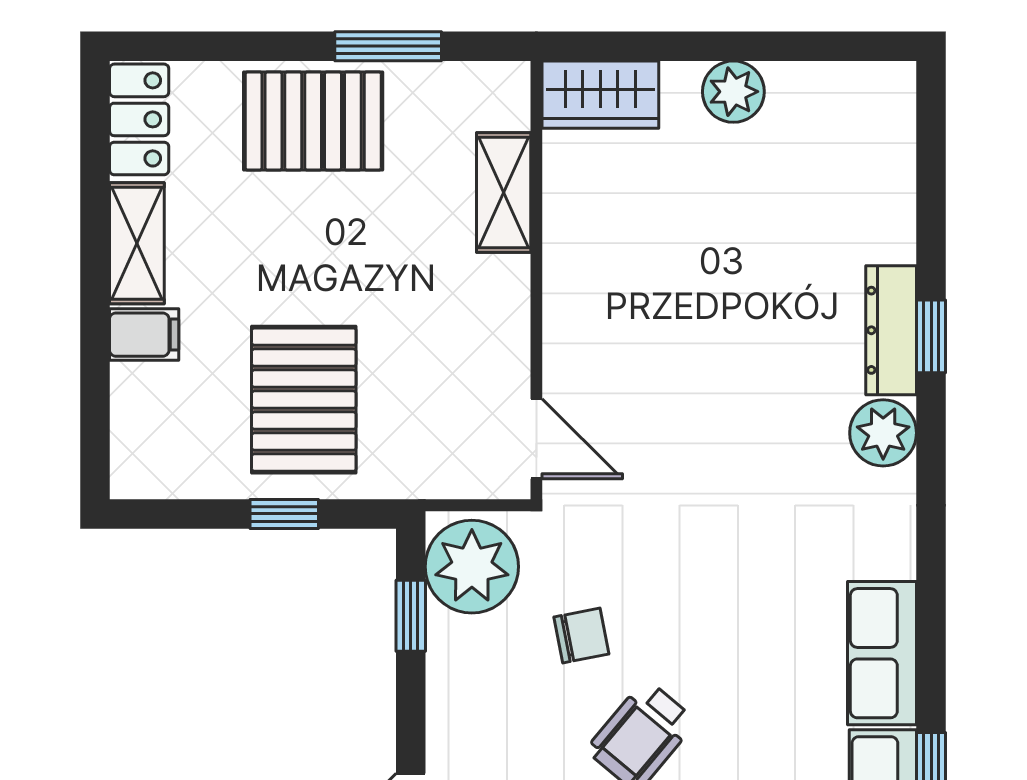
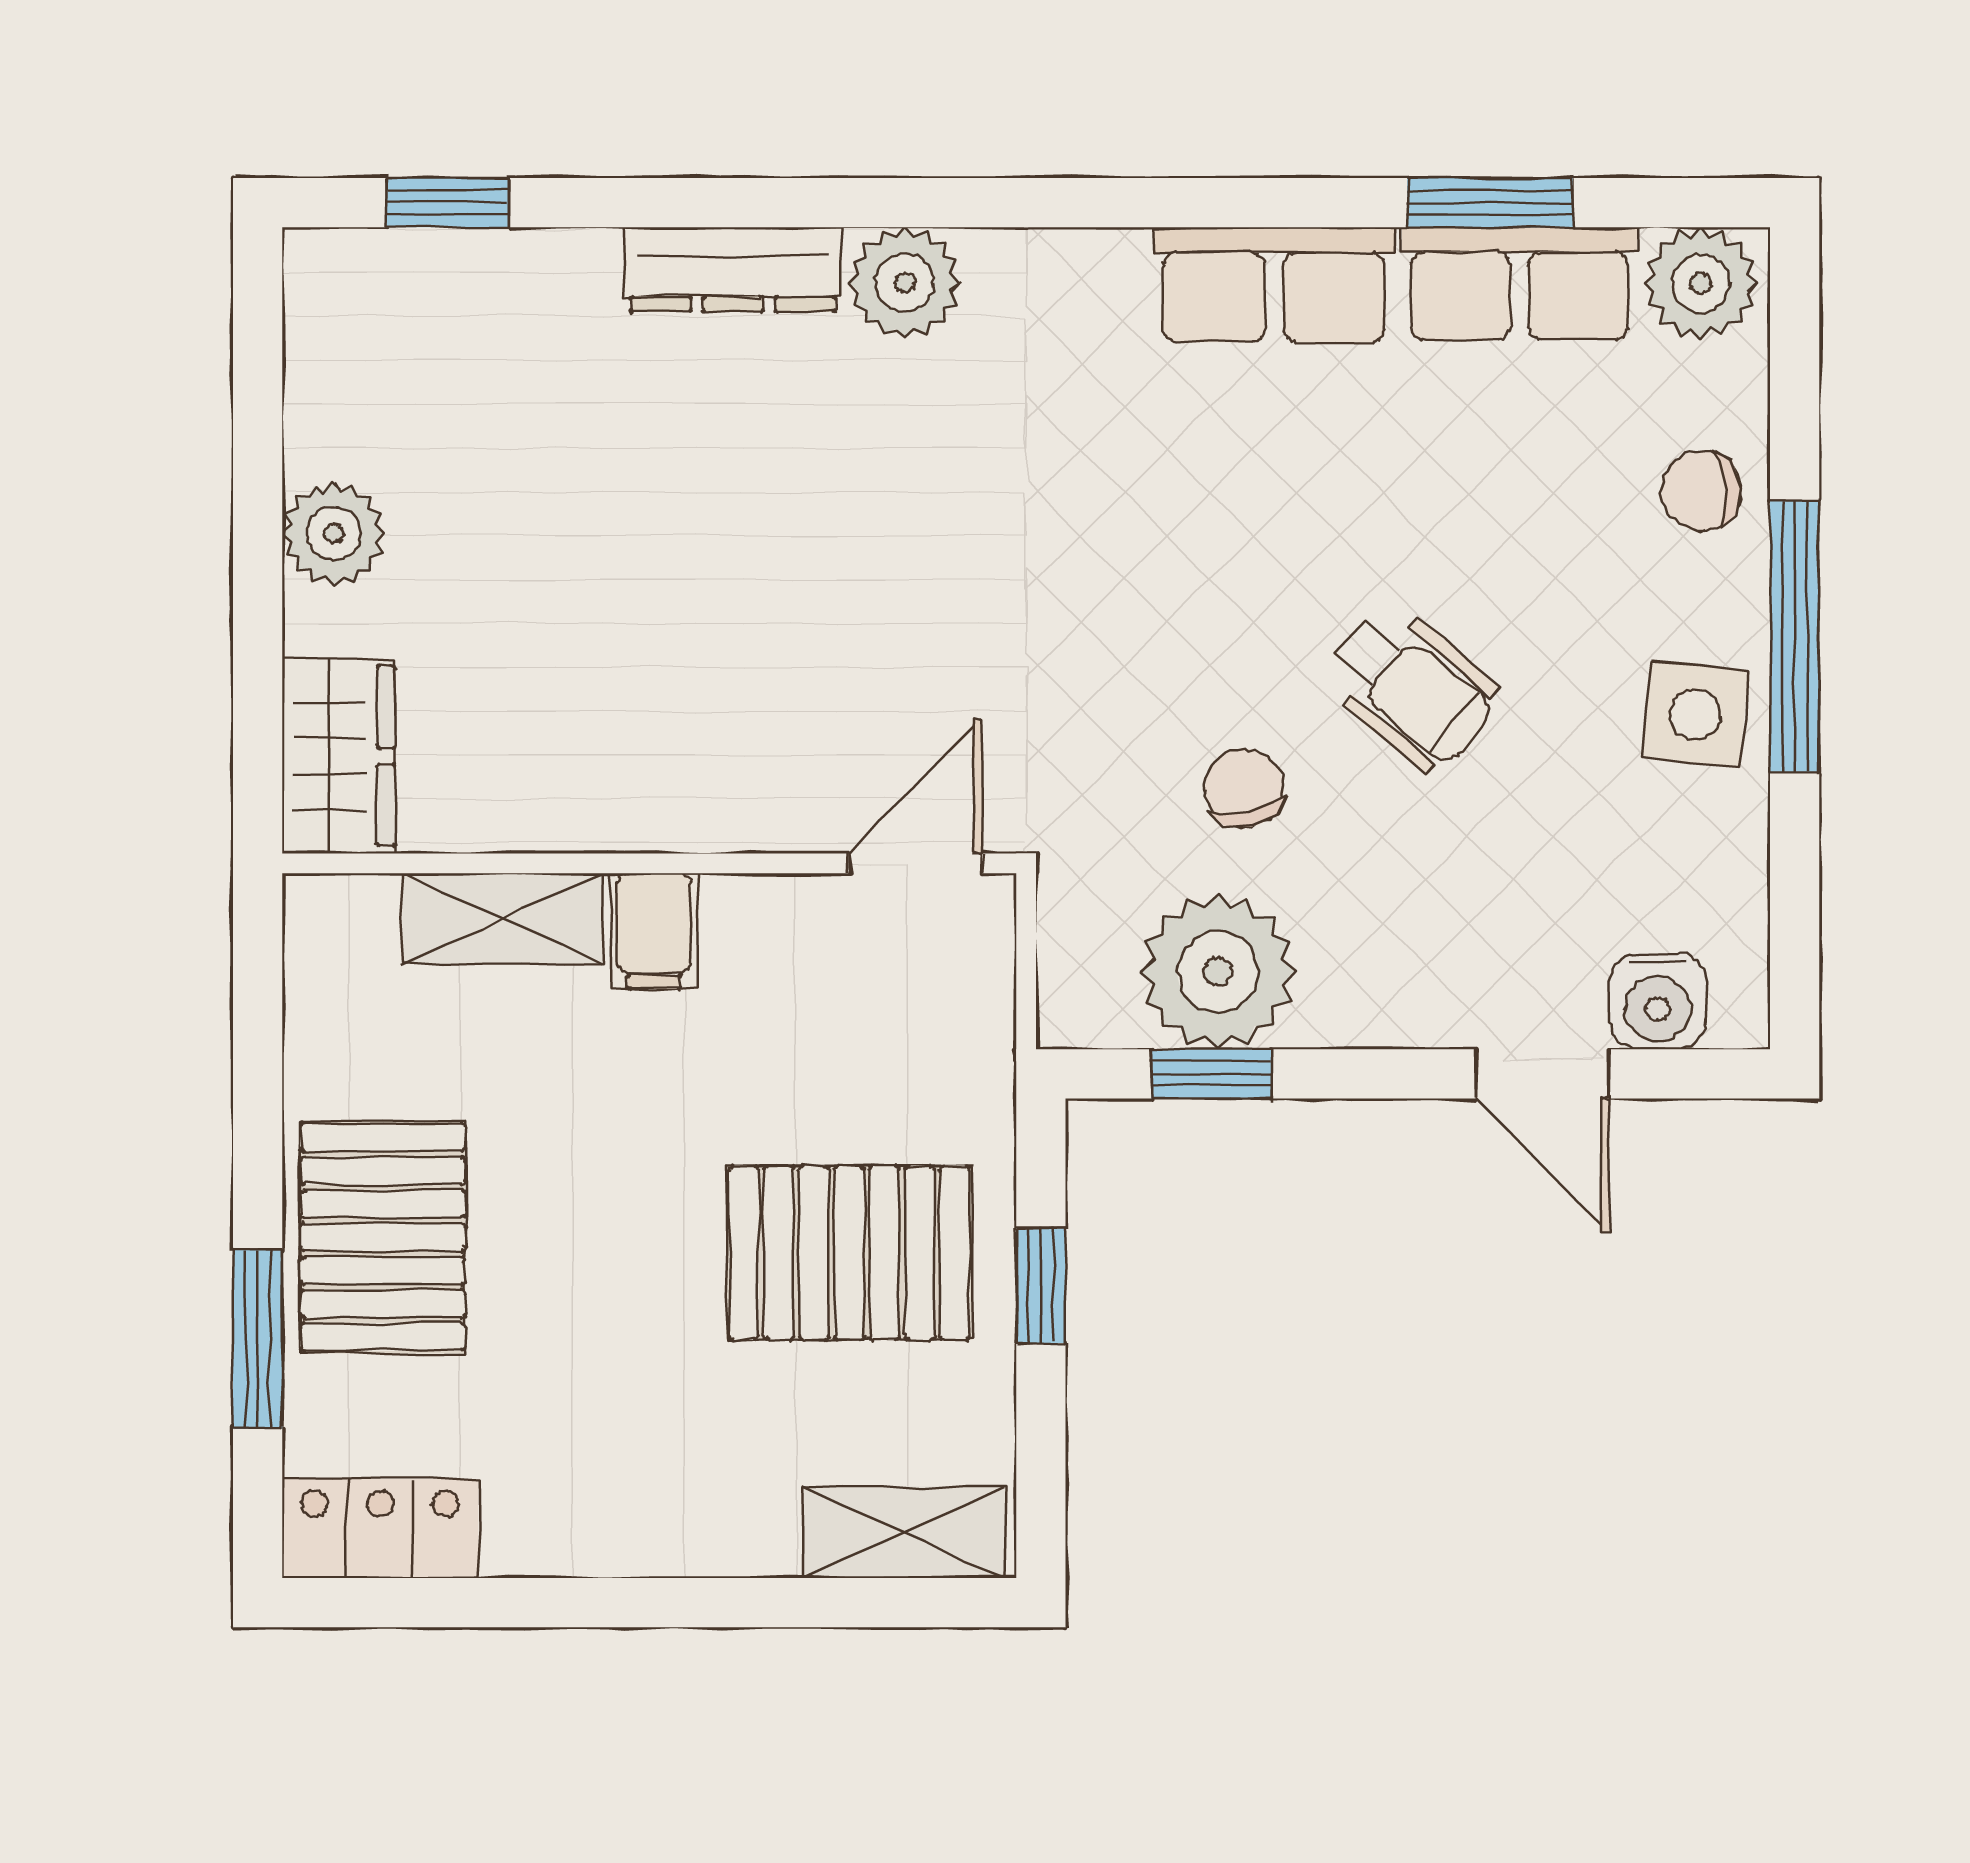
window: (388, 46) -> (258, 1339), moved
shelving: (137, 243) -> (904, 1532), moved
filing cabinet: (144, 335) -> (654, 931), moved, turned 180
window: (931, 336) -> (447, 203), moved
plant: (472, 567) -> (1218, 972), moved

